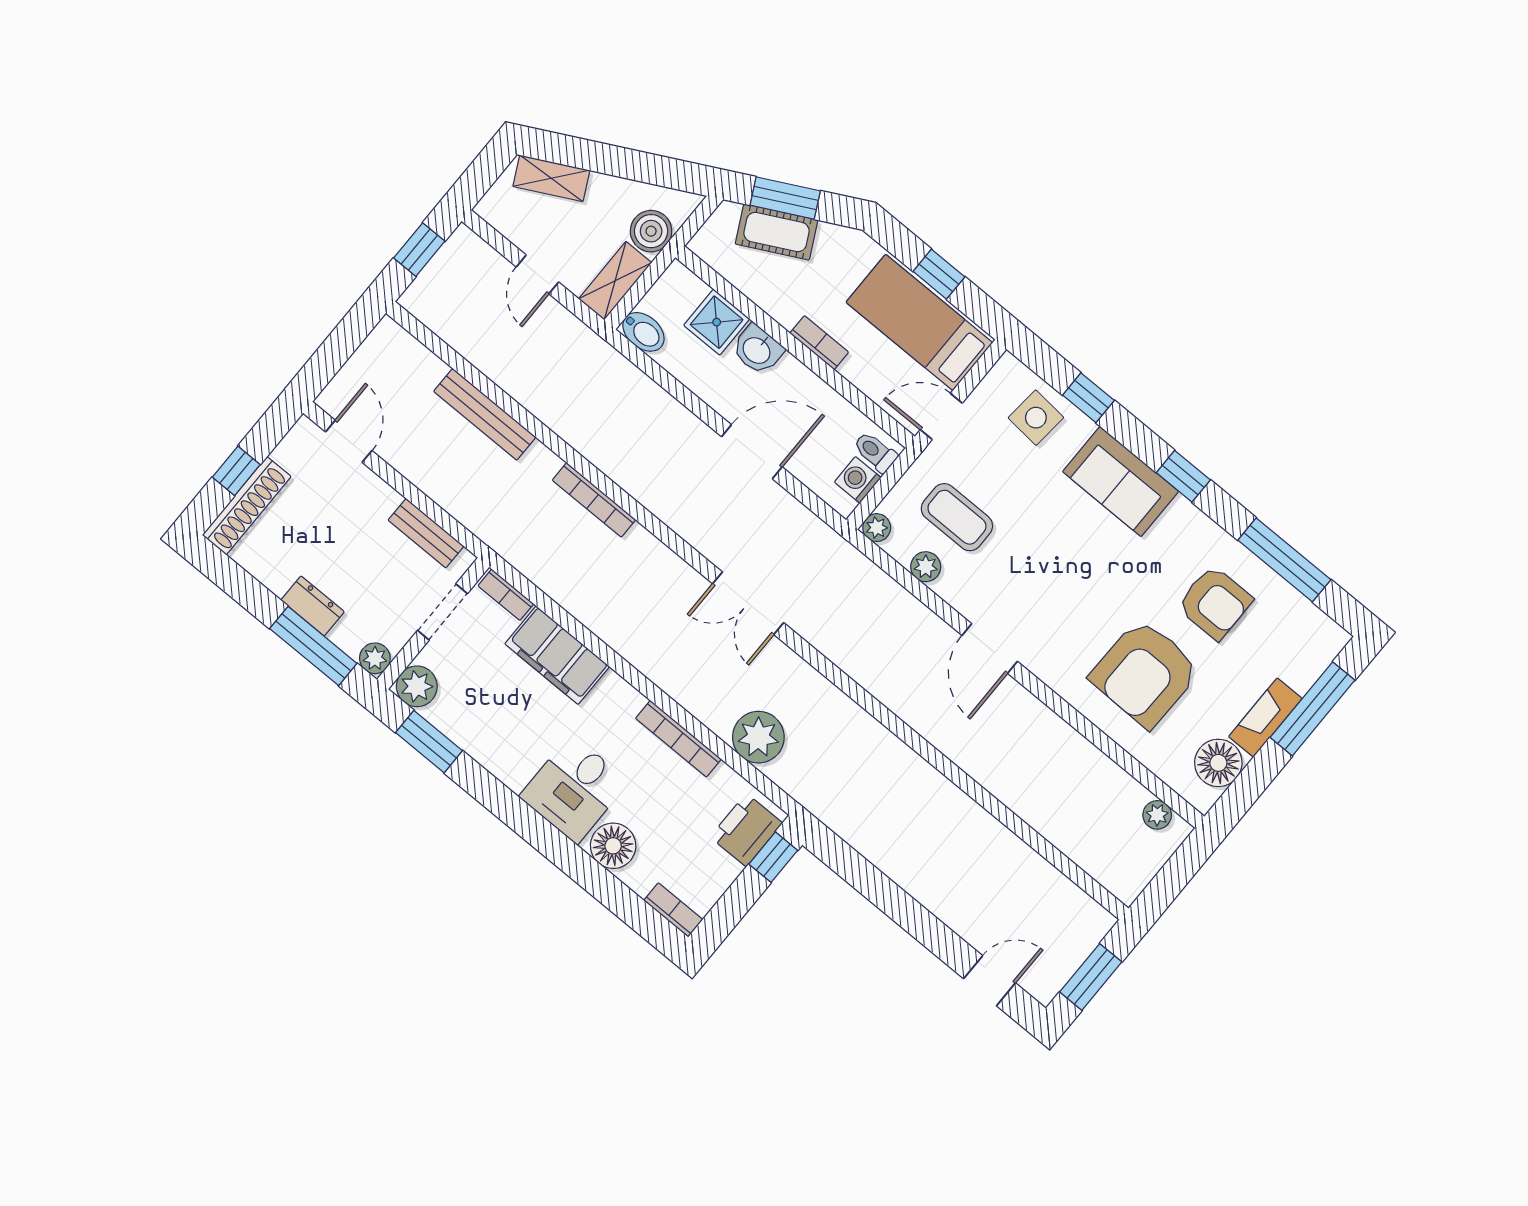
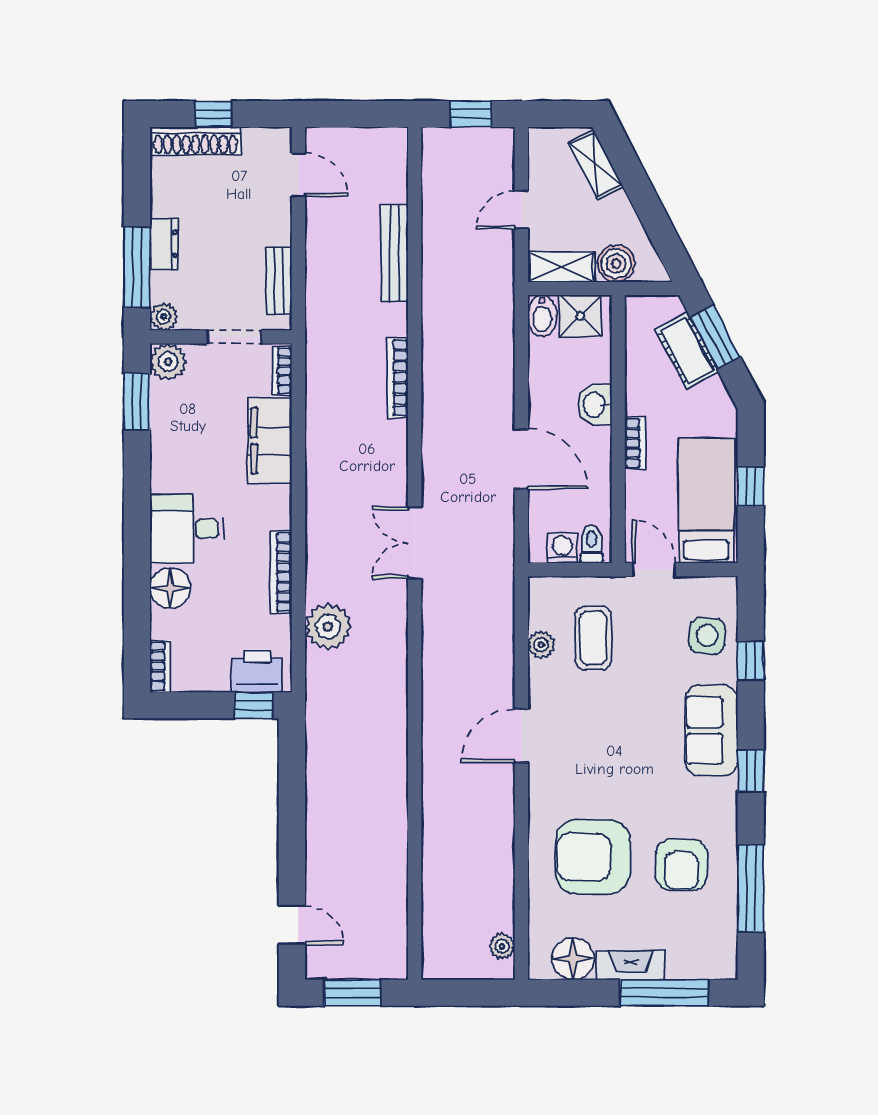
shower: (717, 322) -> (580, 316), moved
door: (349, 441) -> (298, 175), hinge flipped
plant: (877, 528) -> (540, 588), removed

